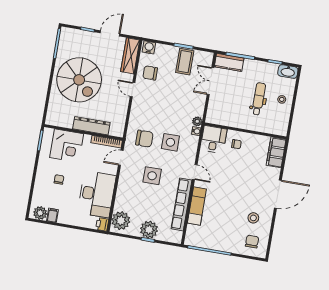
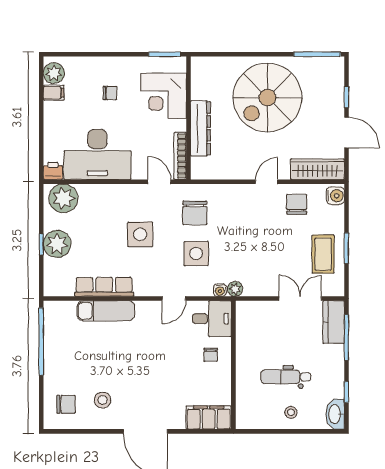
coffee table: (185, 62) -> (323, 254), turned 90
dental chair: (259, 99) -> (286, 377), turned 180
door: (195, 172) -> (174, 299), moved
row of seats: (182, 204) -> (104, 287), width x0.73

